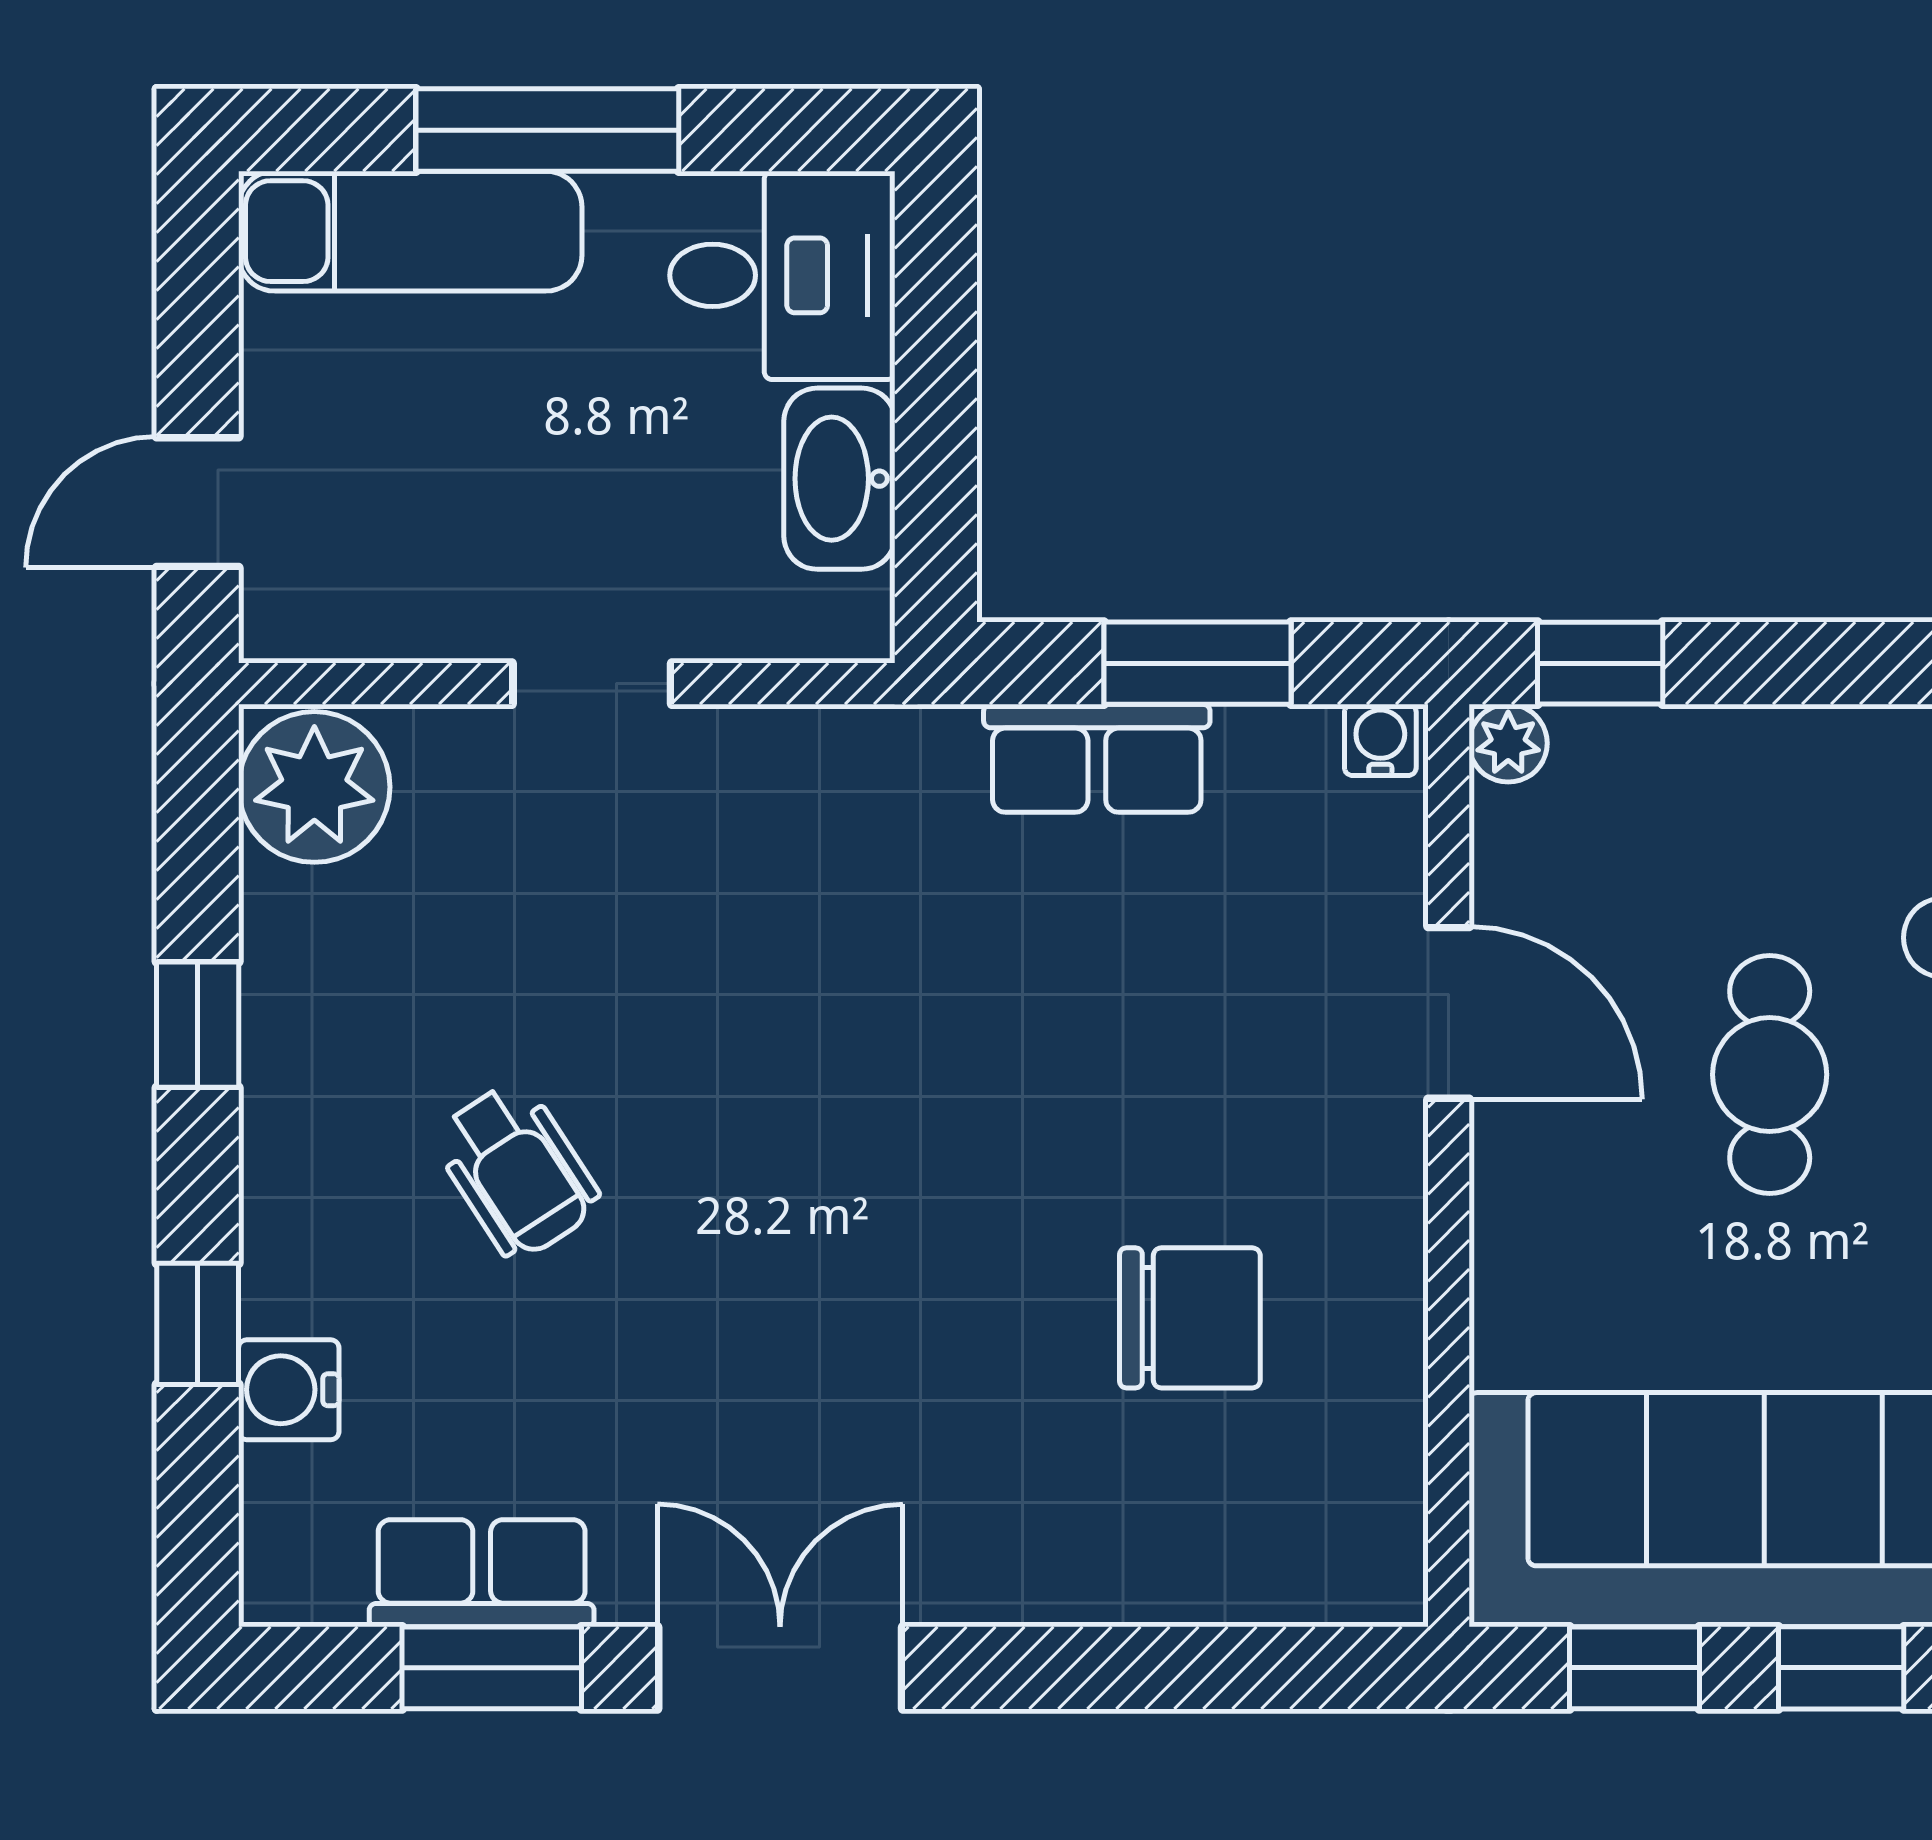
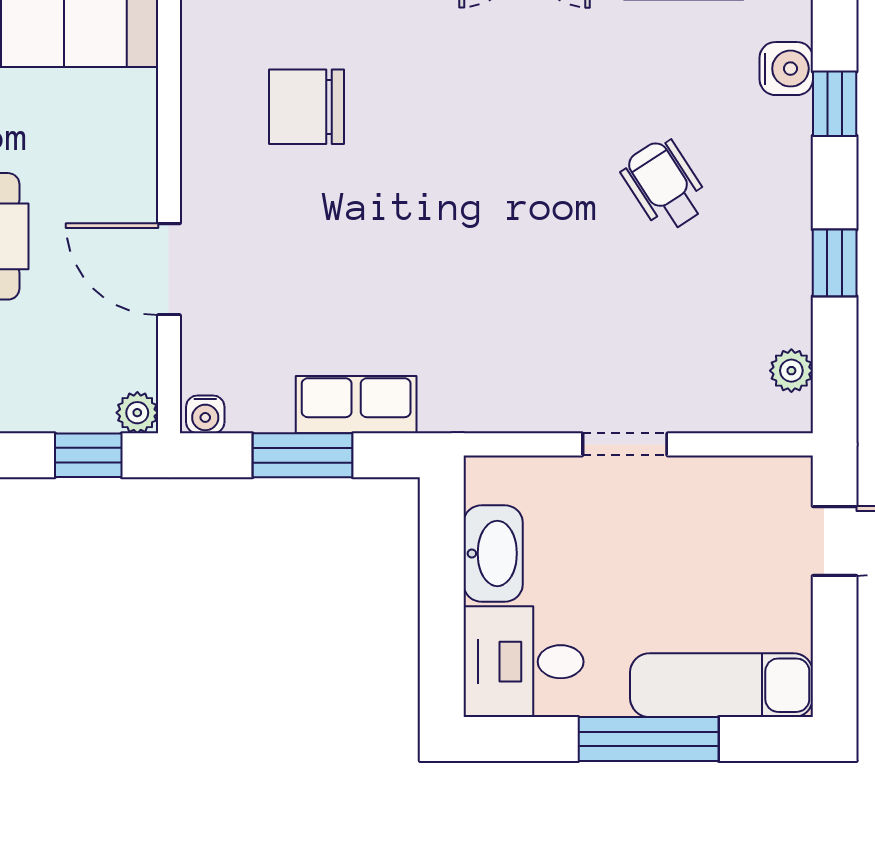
plant: (314, 787) -> (791, 371), width x0.53, depth x0.53

